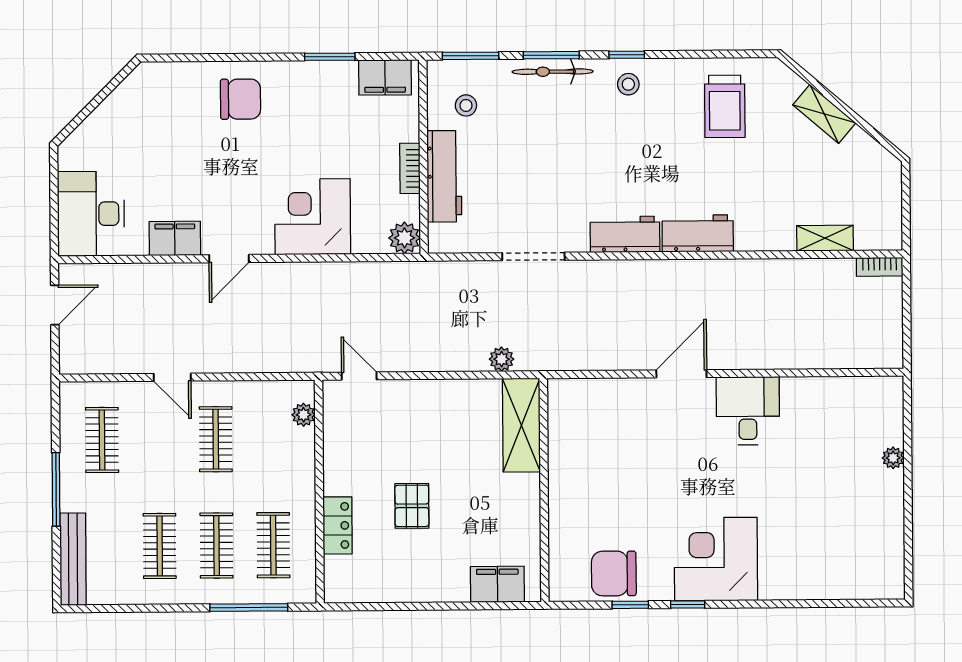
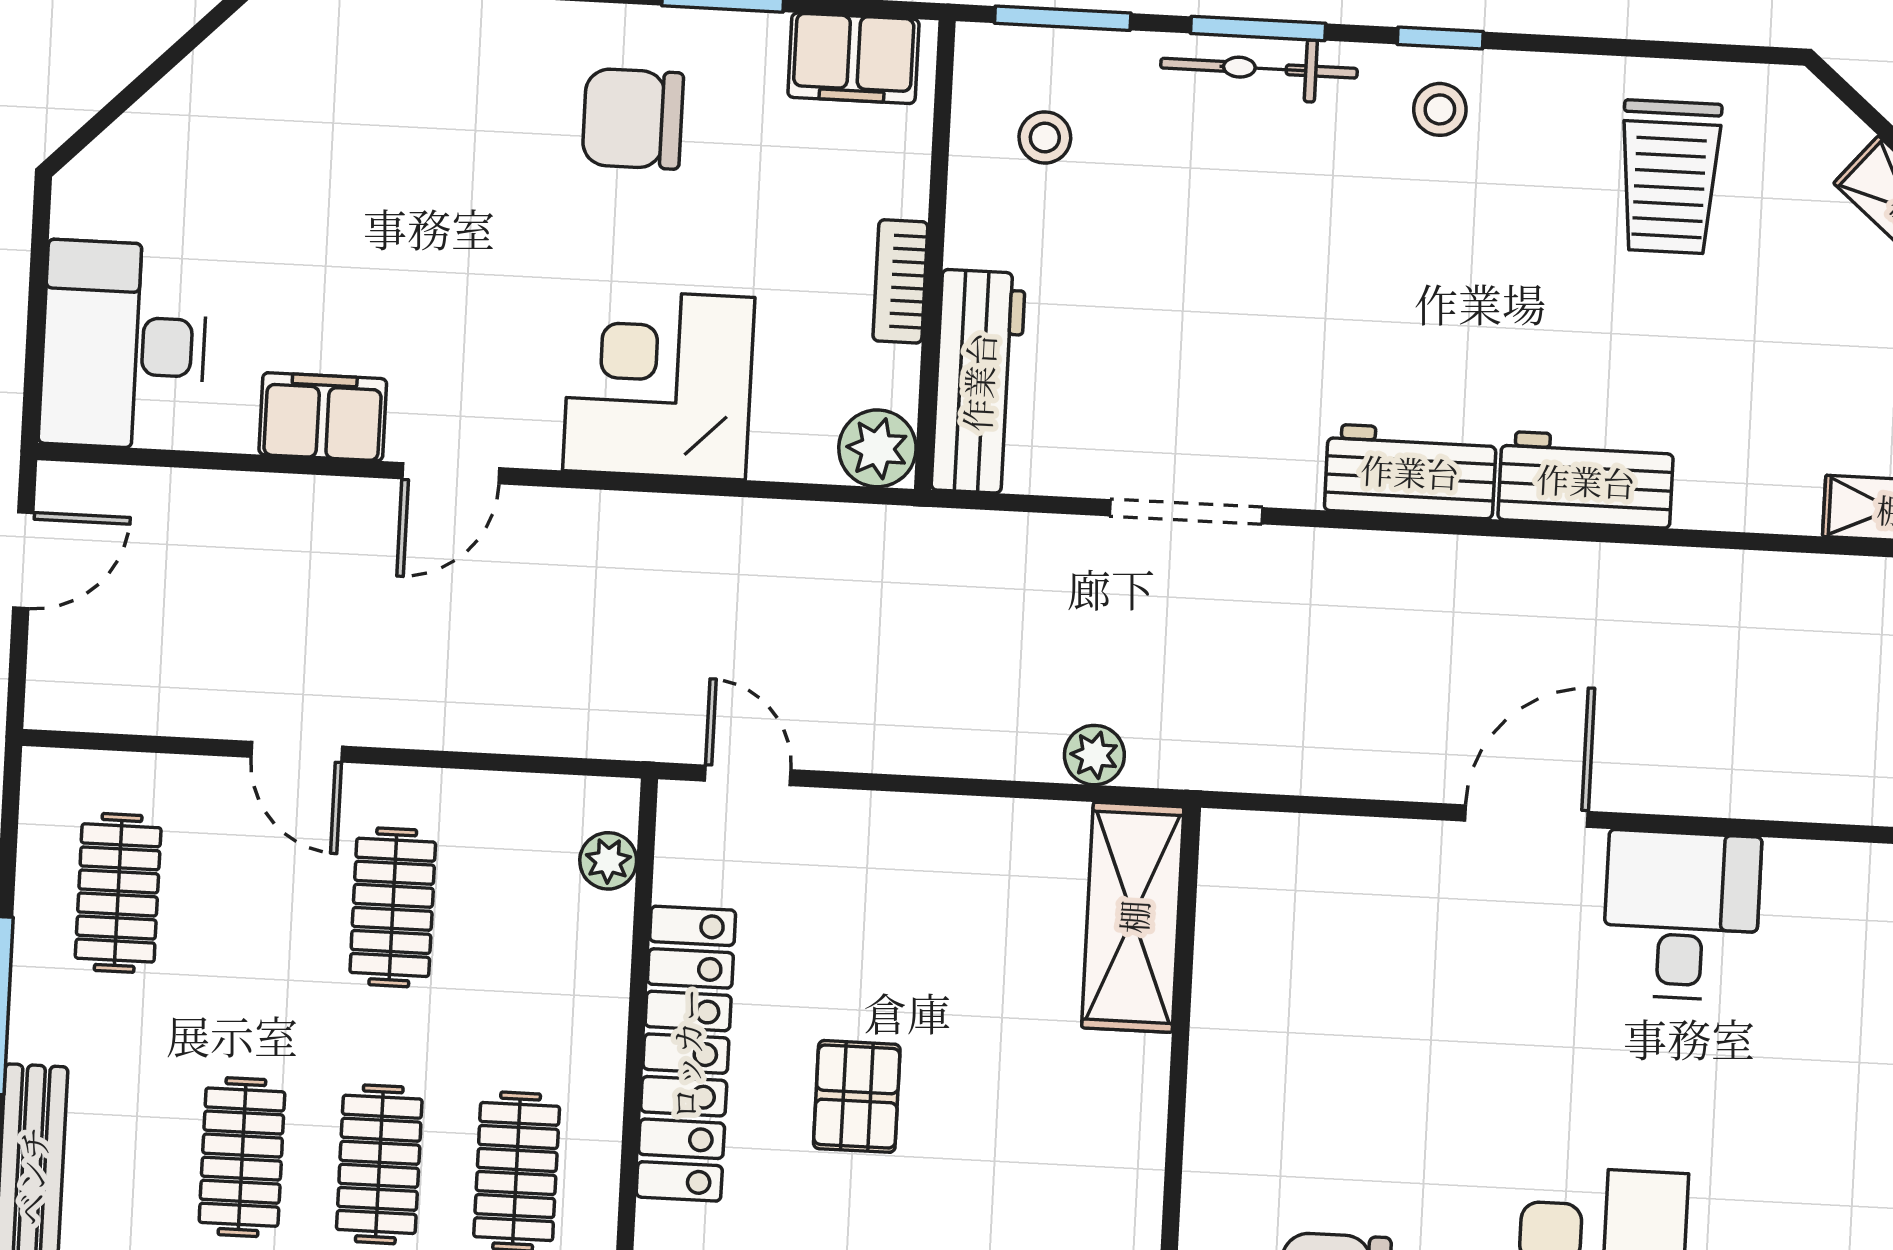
chair: (240, 99) -> (633, 119), moved, turned 180
workbench: (444, 176) -> (978, 382), moved
locker: (338, 525) -> (686, 1054), width x2.16, depth x1.21

